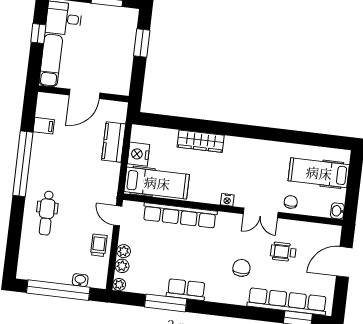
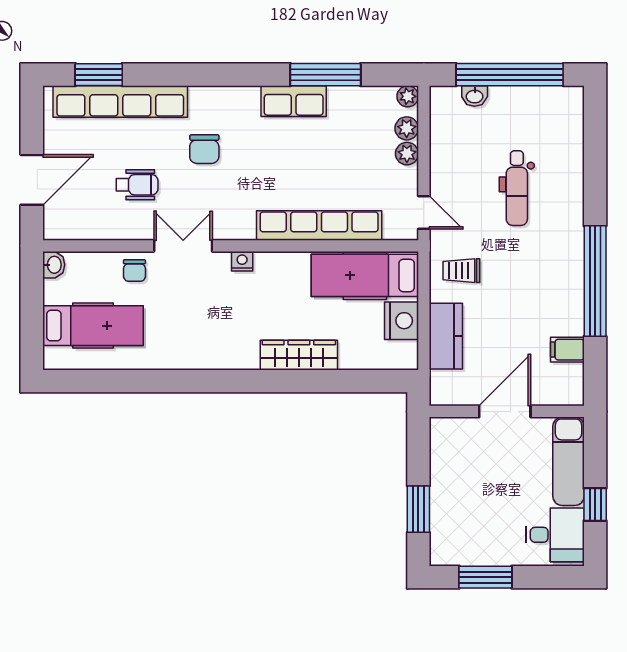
dental chair: (47, 213) -> (517, 188), moved, turned 180
trolley: (99, 245) -> (461, 271), moved, turned 90

